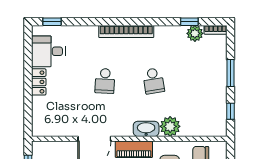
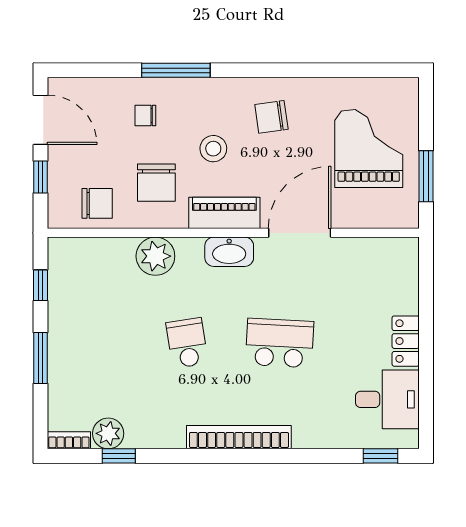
school desk: (105, 81) -> (280, 343), width x1.85
washbasin: (146, 129) -> (229, 252), moved

